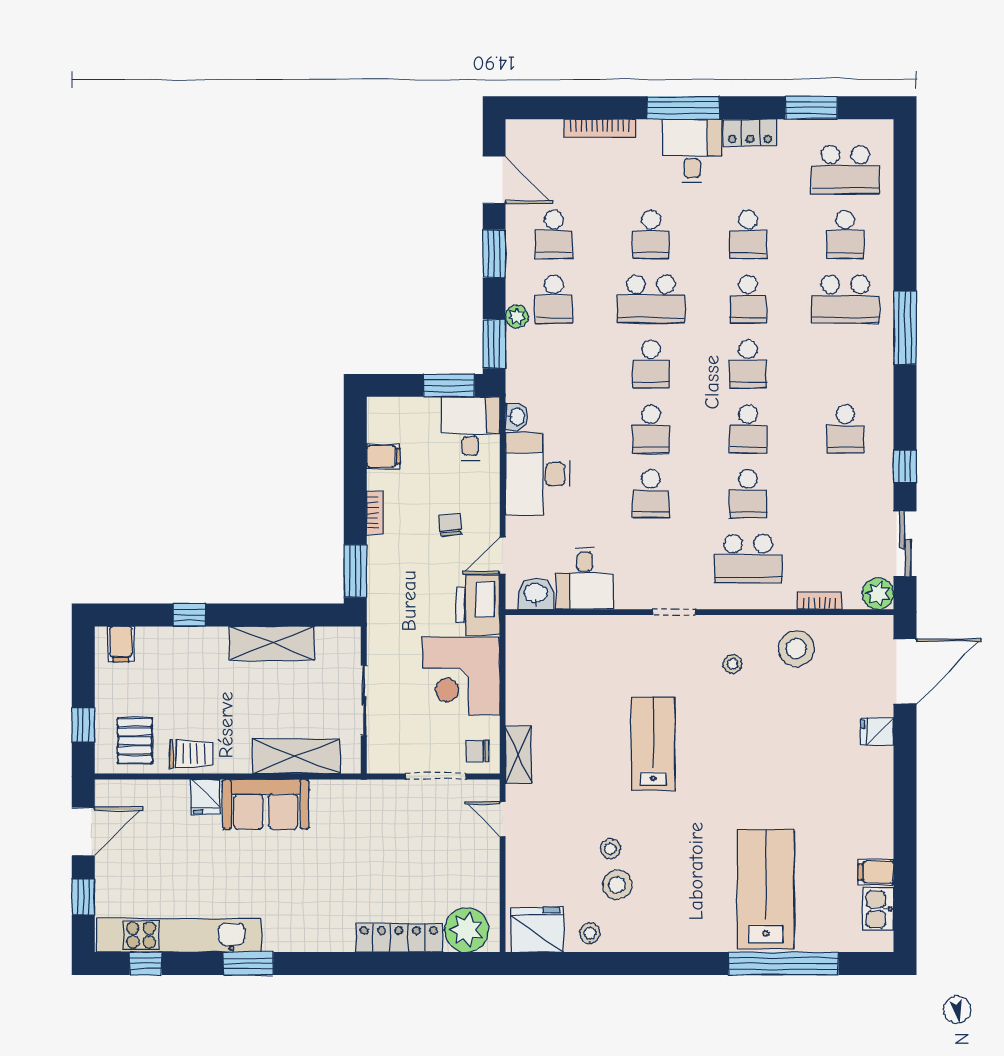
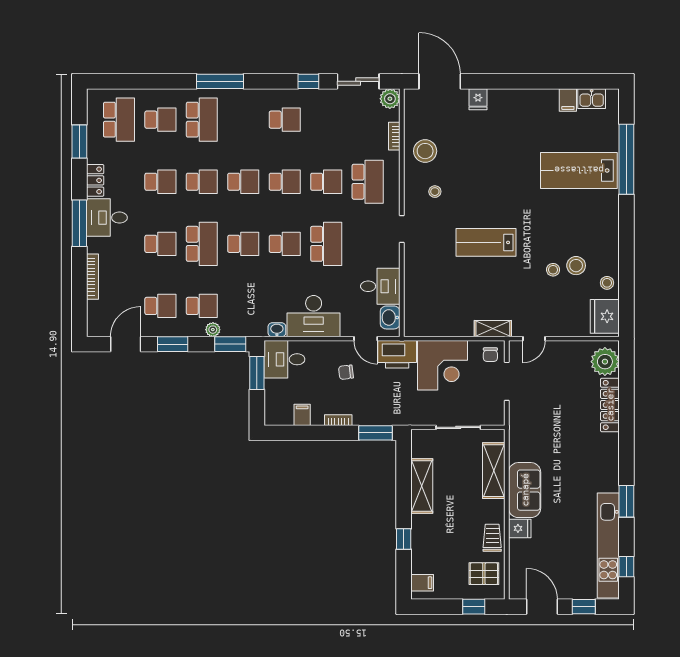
school desk: (651, 494) -> (326, 244), width x1.85

